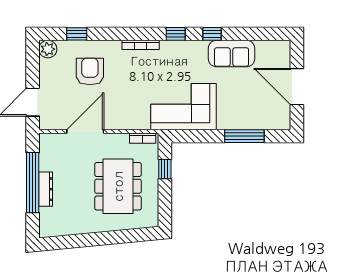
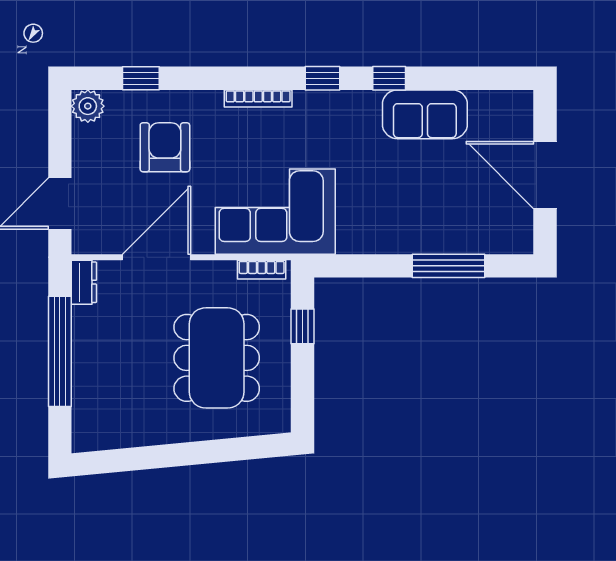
corner sofa: (183, 107) -> (275, 212), moved
dresser: (46, 189) -> (84, 282), moved, width x0.70

